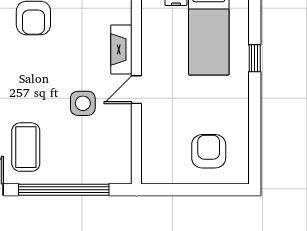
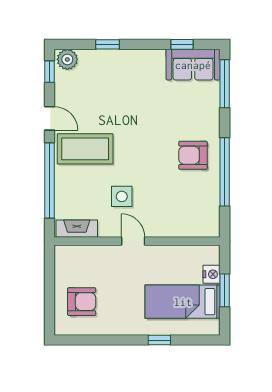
fireplace: (121, 49) -> (77, 229), moved
coffee table: (26, 147) -> (85, 149), width x1.36, depth x1.32

